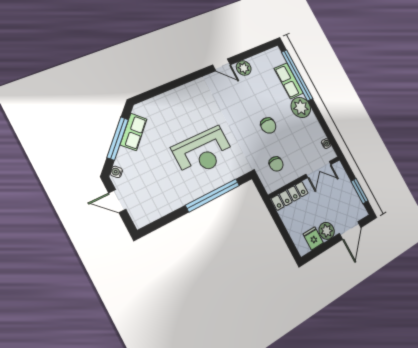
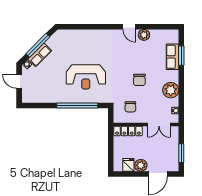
window: (297, 75) -> (181, 56), width x0.47
plant: (301, 107) -> (171, 90), moved
row of seats: (134, 132) -> (40, 55), moved

